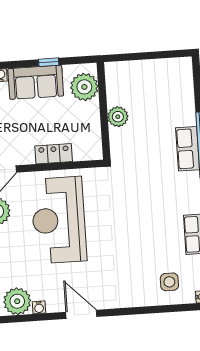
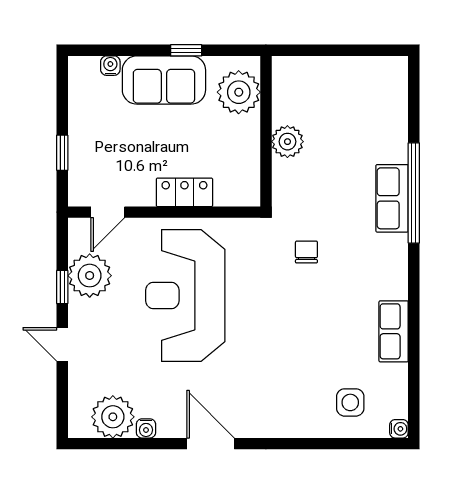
chair: (135, 187) -> (306, 252), added

